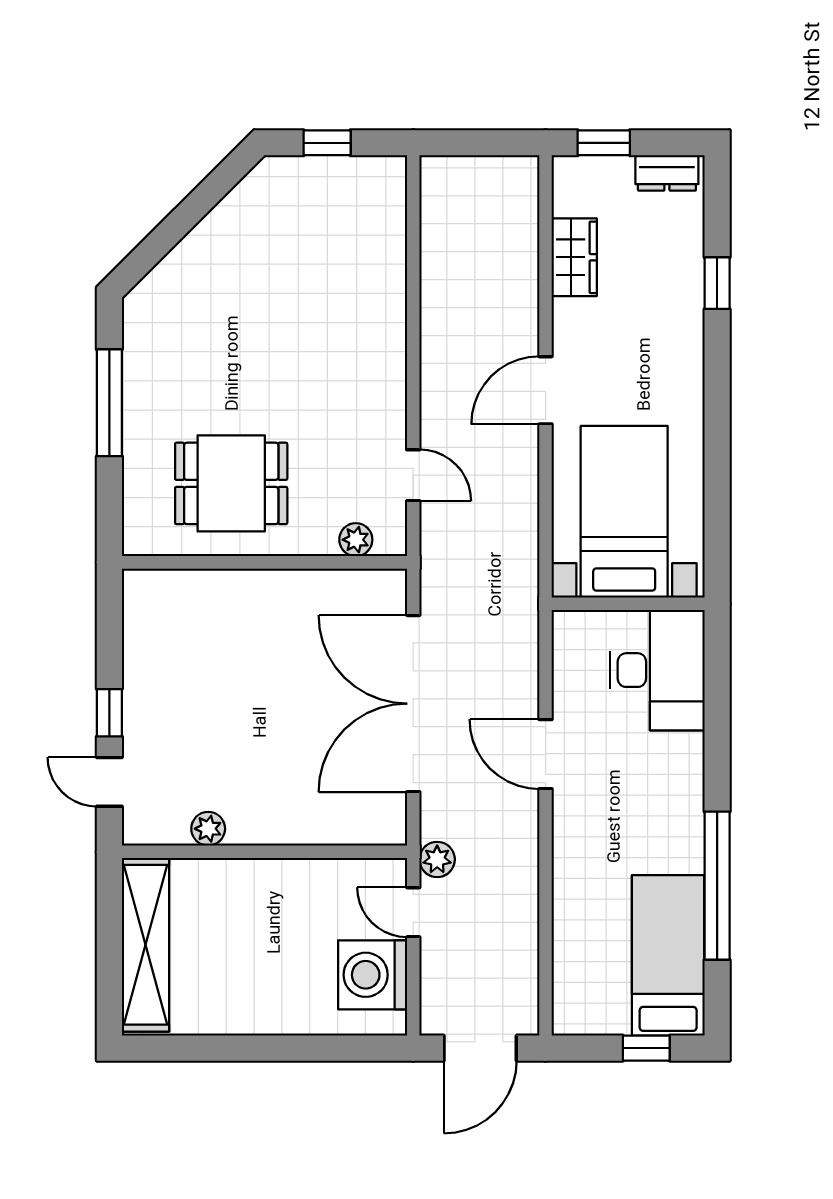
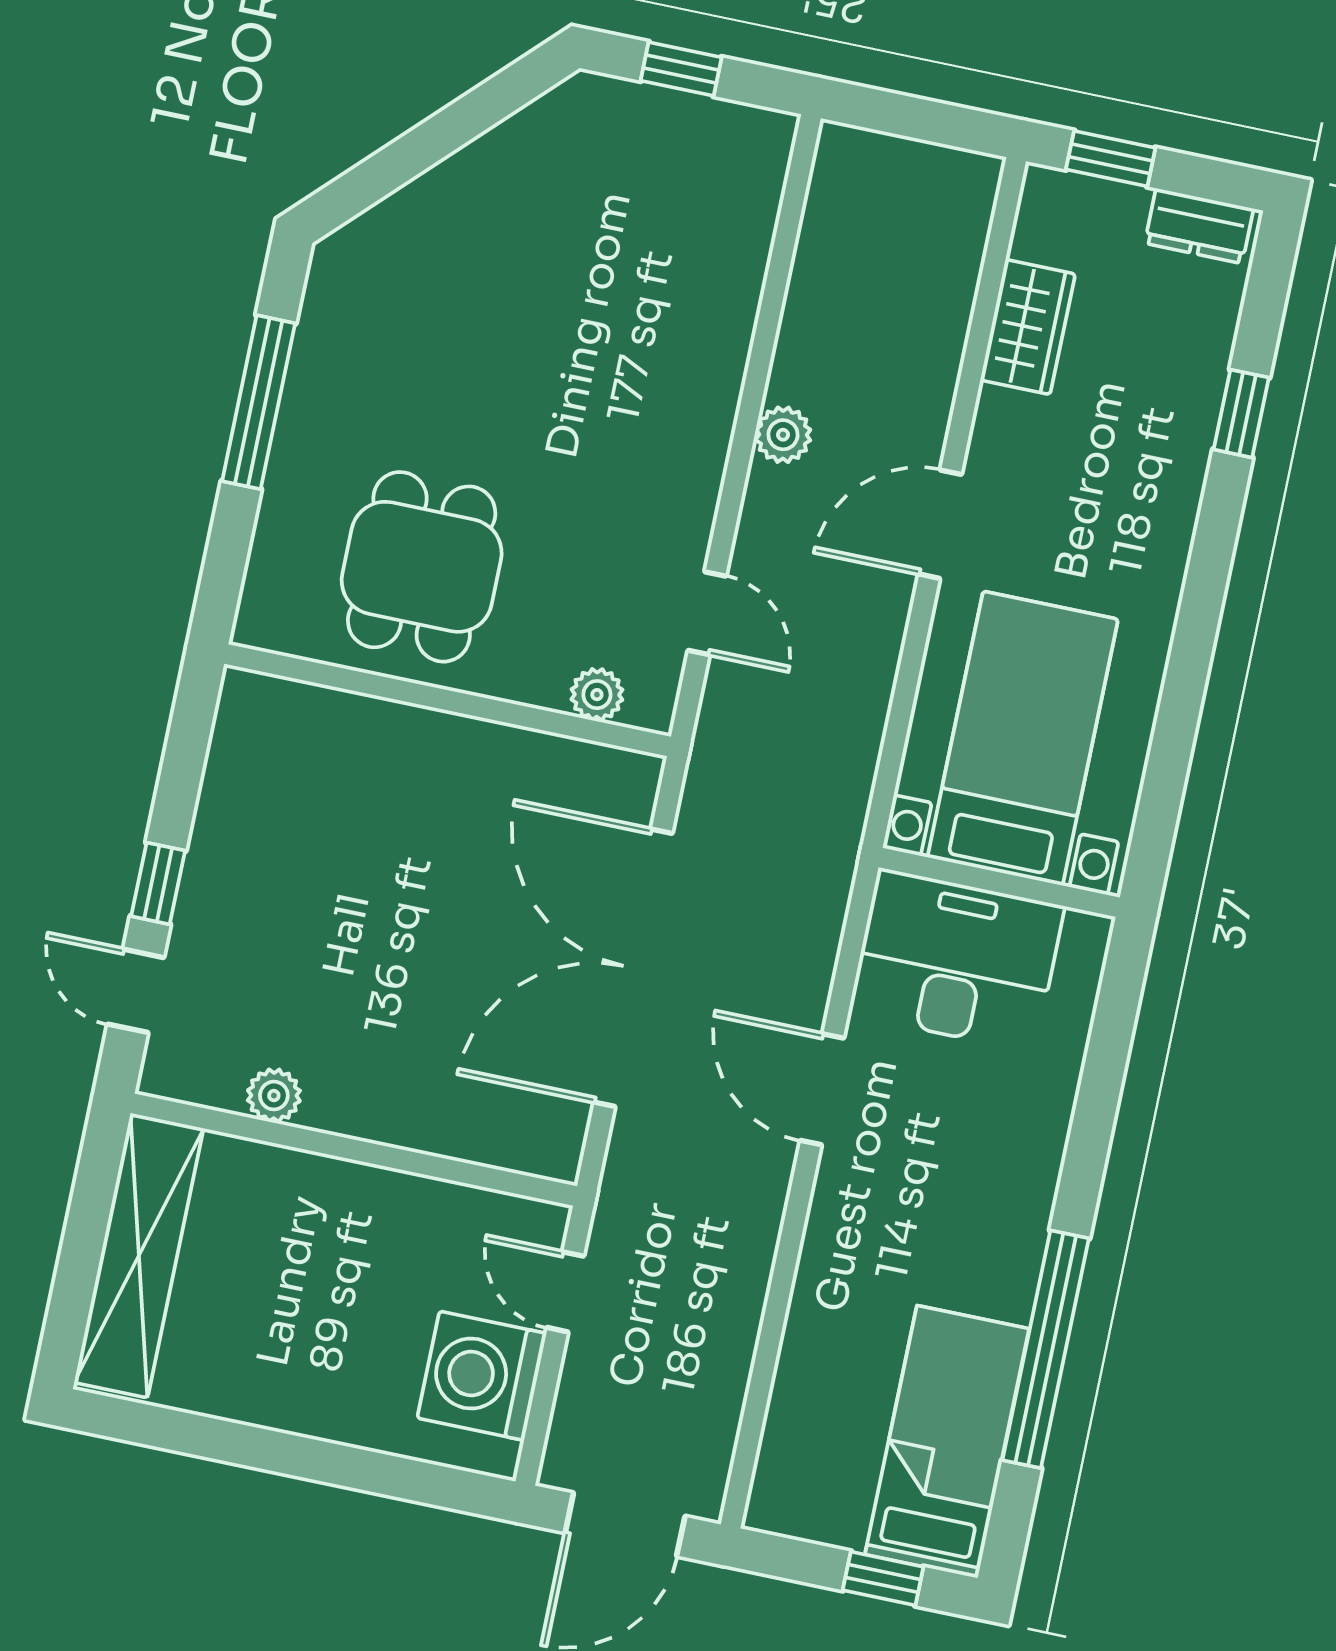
dining table: (231, 483) -> (422, 567), turned 90
desk: (657, 670) -> (956, 960), moved, turned -90
plant: (437, 859) -> (783, 435), moved

